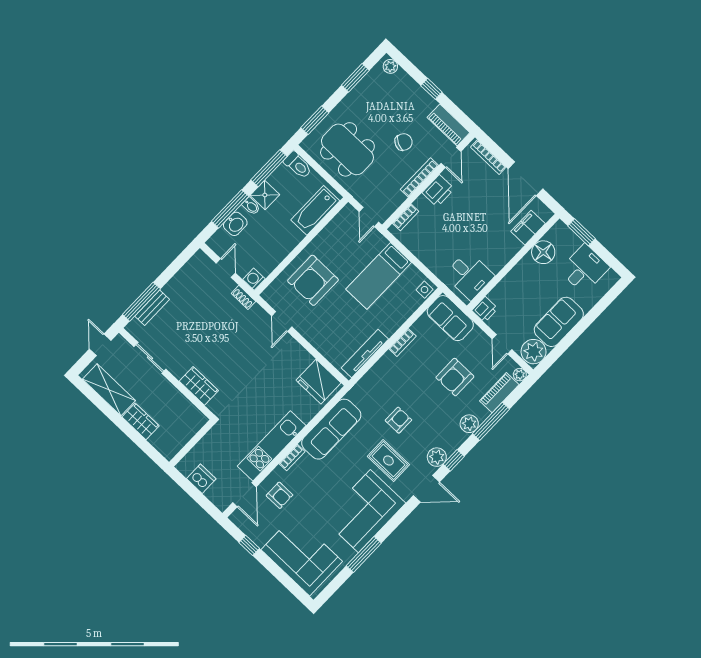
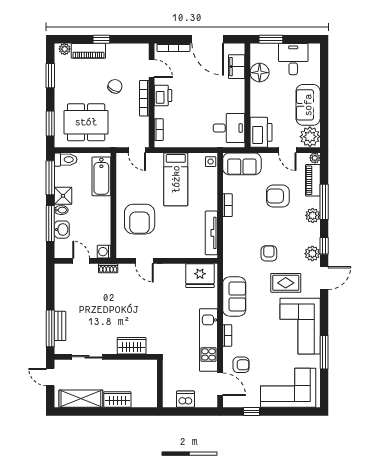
piano: (448, 125) -> (88, 51), moved
printer: (485, 310) -> (261, 132), width x1.87, depth x1.48
armchair: (455, 377) -> (278, 196), turned 90
sofa: (331, 429) -> (234, 296), width x0.73

